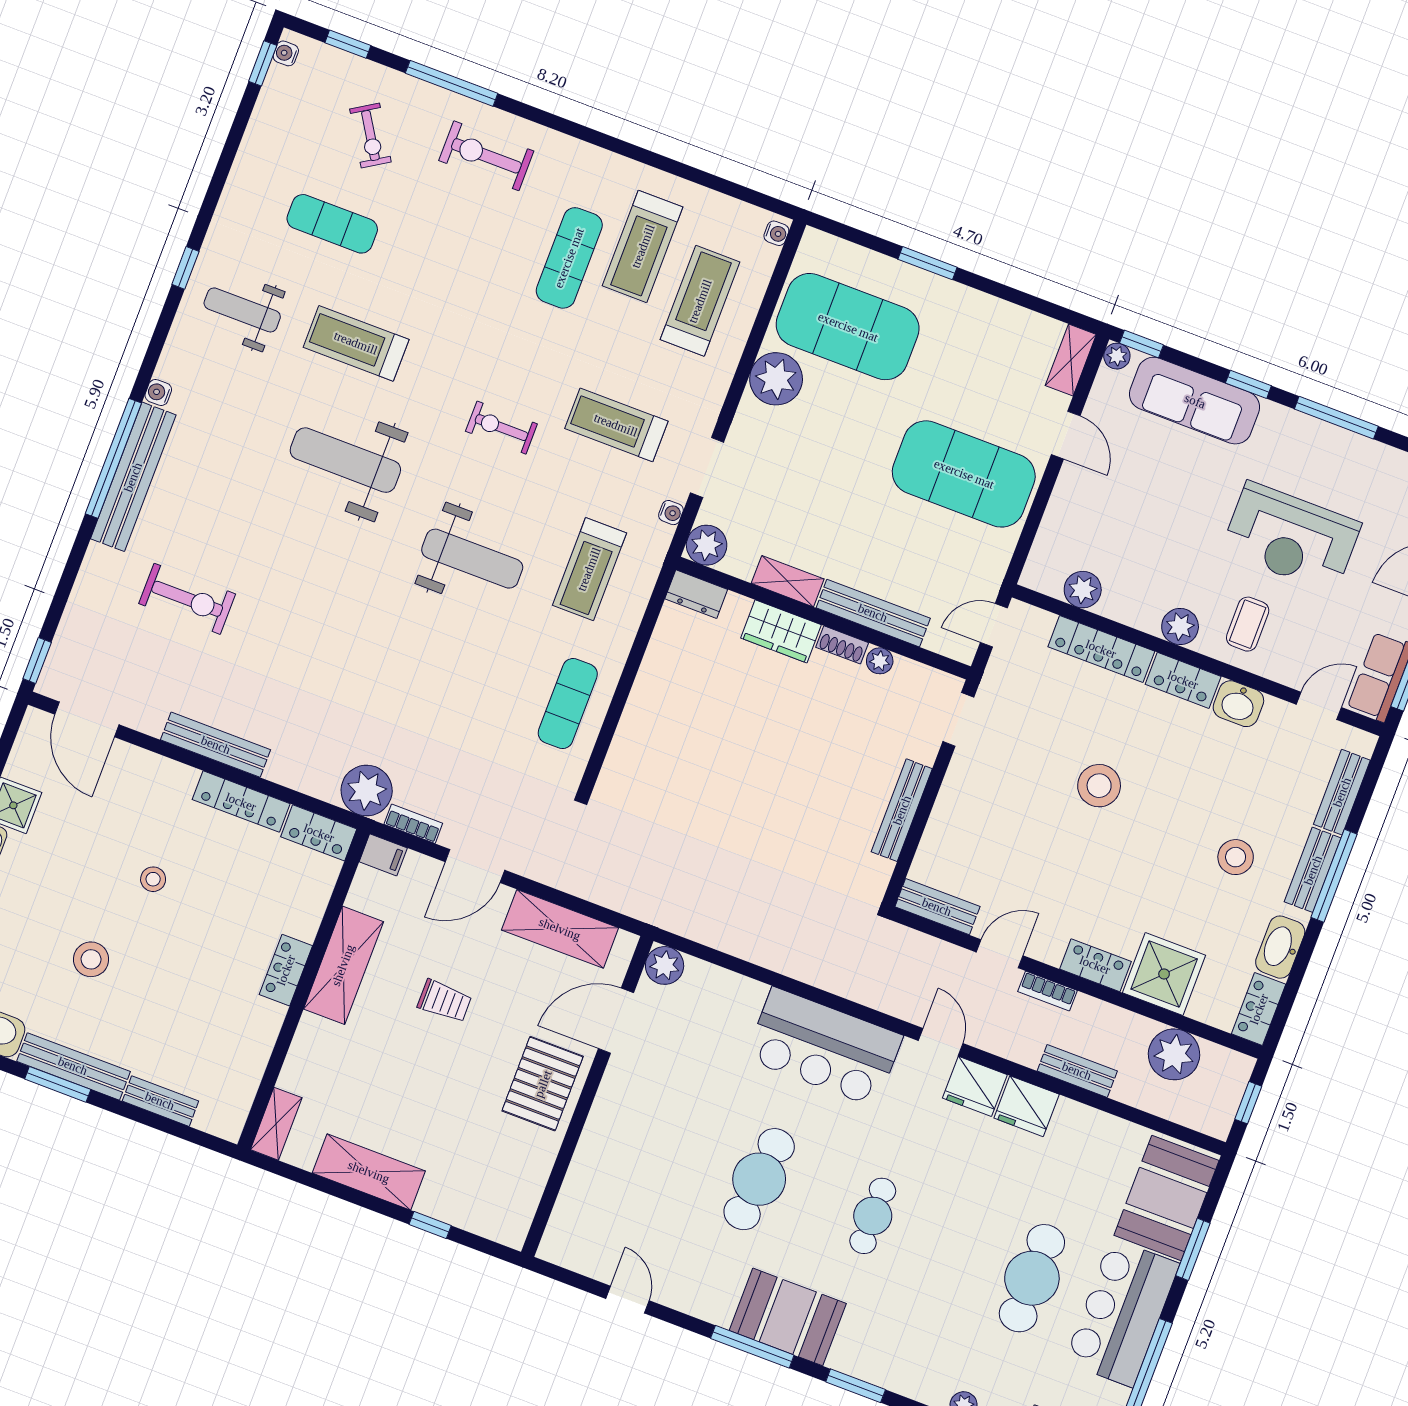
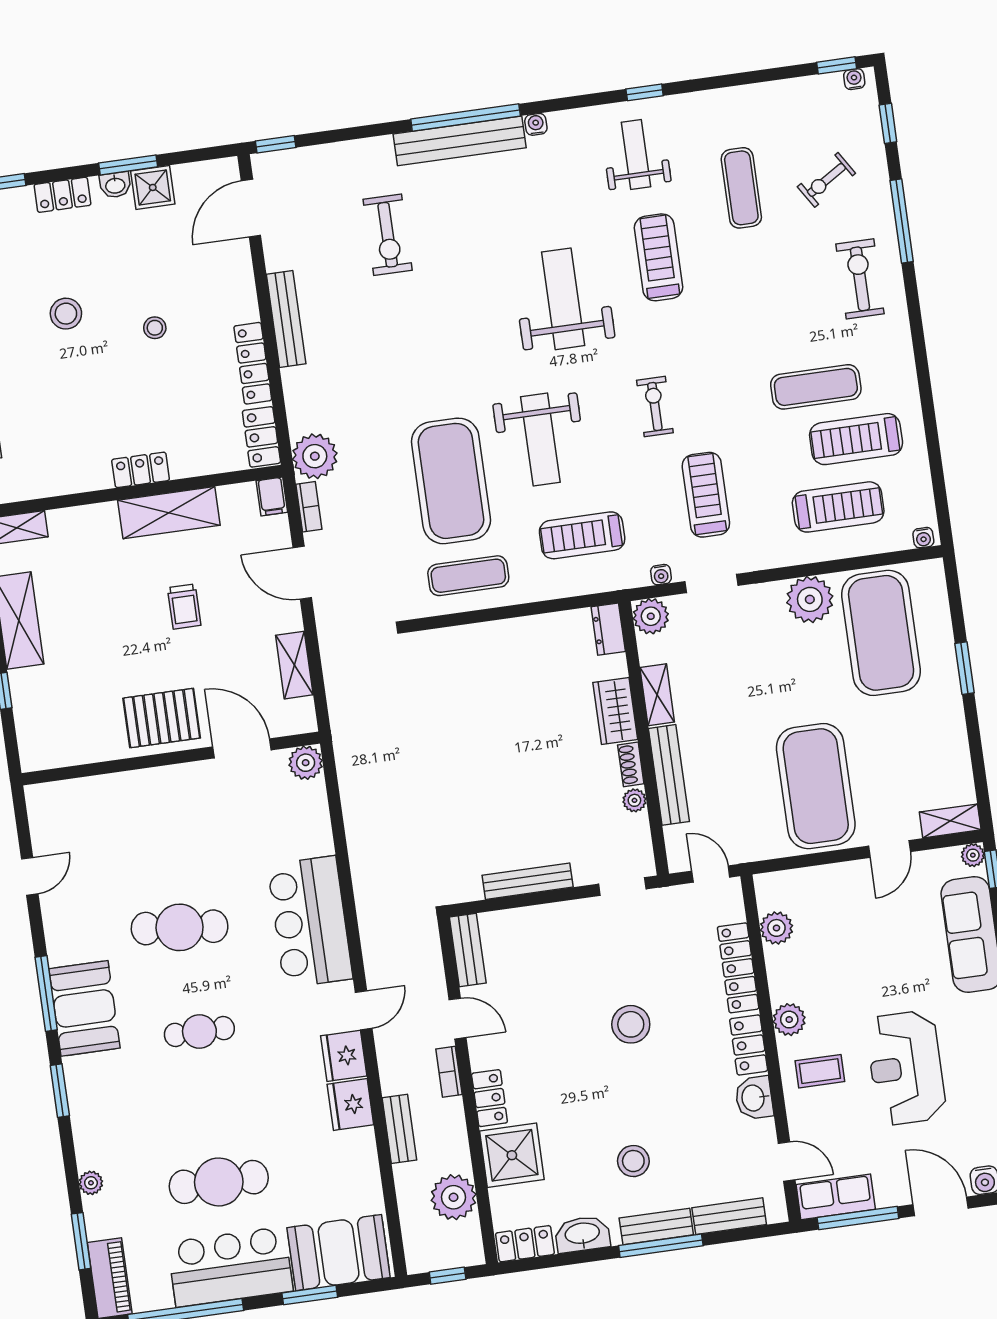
exercise mat: (465, 669) -> (451, 481), added
shelving: (560, 929) -> (294, 665), width x0.67, depth x0.75

